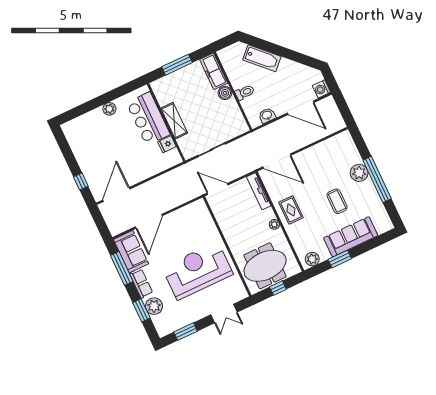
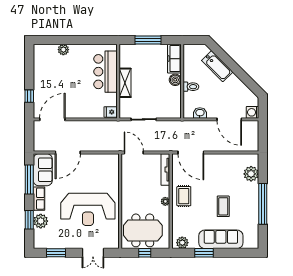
plant: (109, 109) -> (63, 50), moved
fridge: (167, 144) -> (111, 112), moved
plant: (359, 173) -> (251, 174), moved
reception desk: (197, 271) -> (88, 209), turned 180

